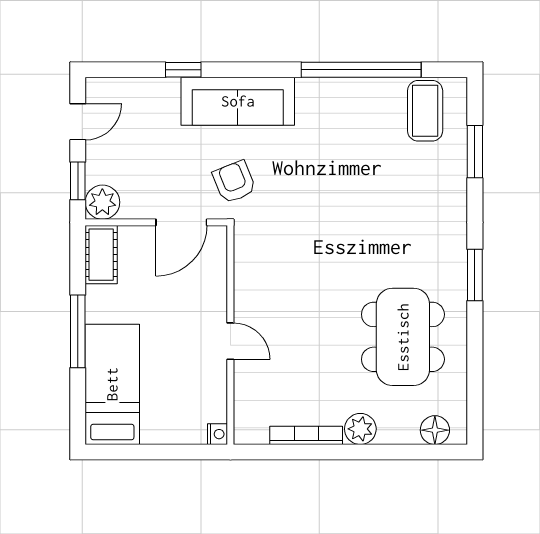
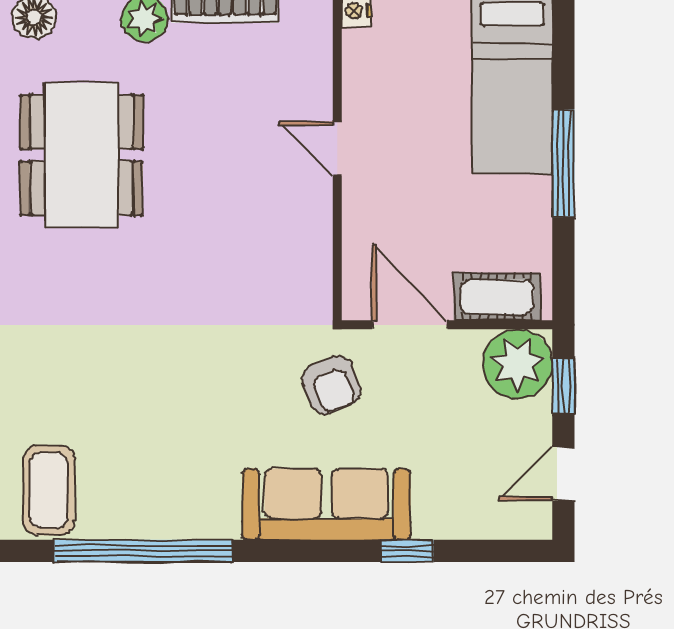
plant: (102, 202) -> (518, 364), width x1.36, depth x1.36
door: (181, 222) -> (410, 325), hinge flipped
cot: (101, 255) -> (497, 297), moved, turned 90

